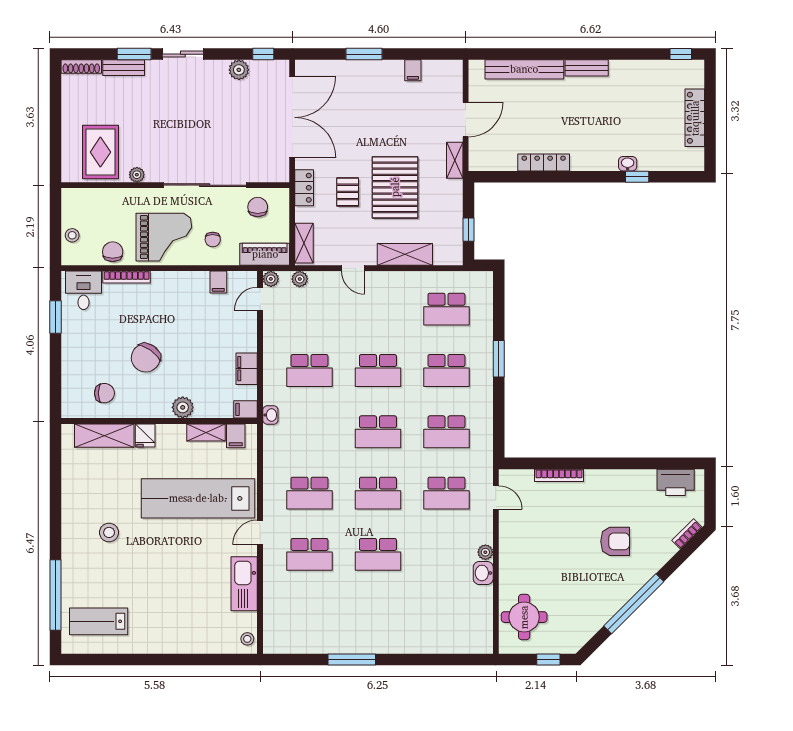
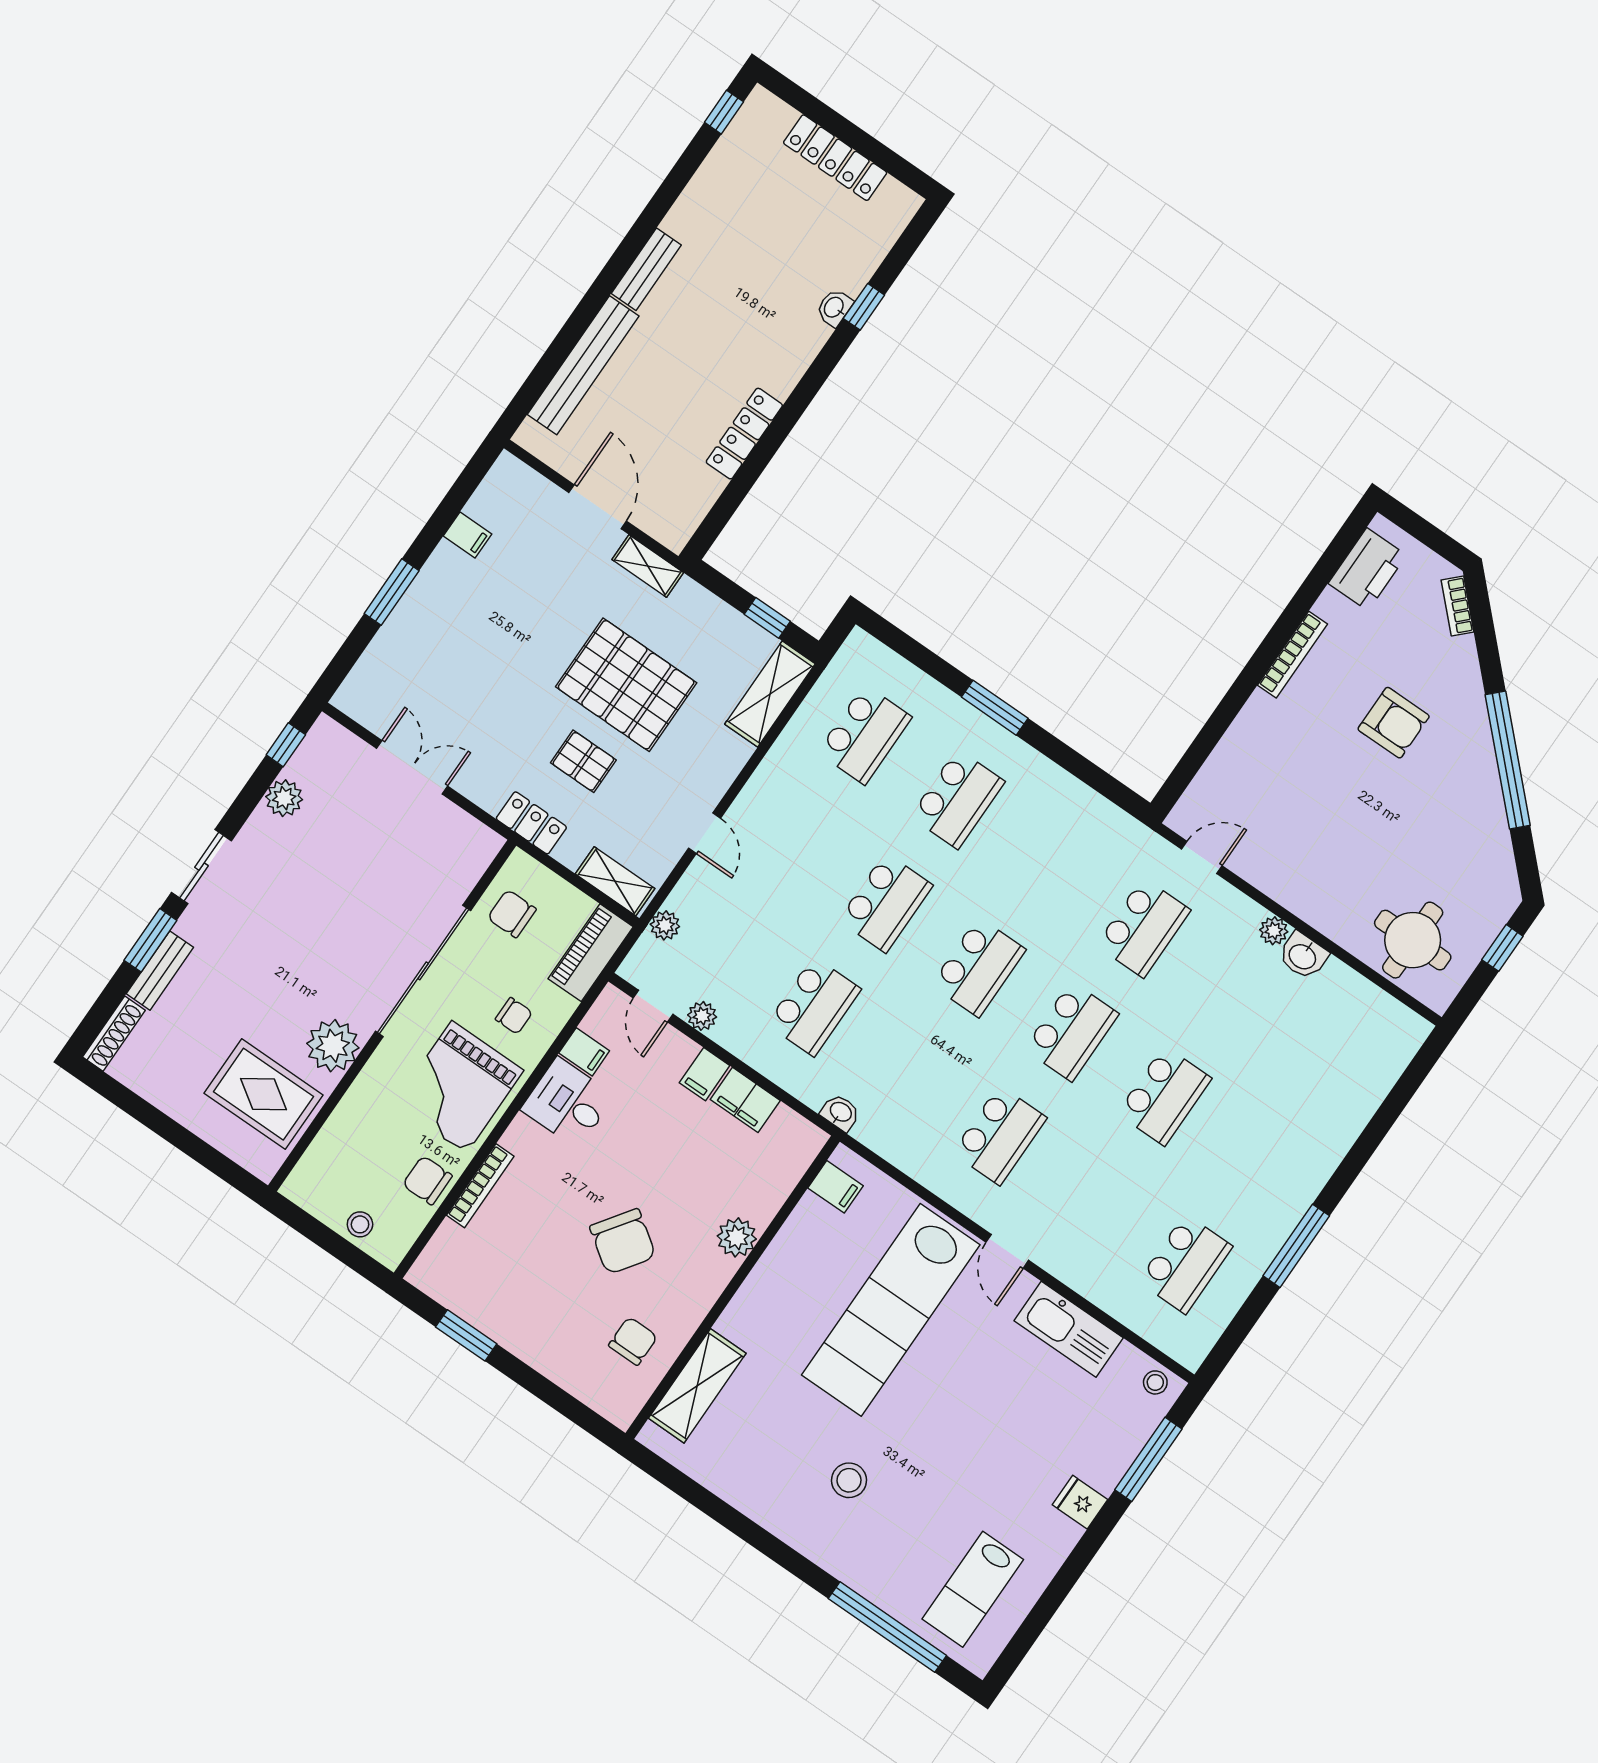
double door: (292, 117) -> (412, 767), width x0.54
plant: (137, 175) -> (333, 1046), width x1.88, depth x1.88
grand piano: (164, 237) -> (459, 1087), turned 180
shelving: (405, 254) -> (770, 694), moved
door: (353, 268) -> (705, 833), hinge flipped
plant: (271, 279) -> (702, 1016), moved
desk: (84, 290) -> (568, 1103), moved
filing cabinet: (246, 409) -> (705, 1074), moved
shelving: (206, 432) -> (799, 1228), removed
school desk: (446, 432) -> (1050, 863), removed
fridge: (145, 435) -> (1080, 1502), moved, turned 180
bookcase: (559, 475) -> (1292, 655), moved
armchair: (615, 541) -> (1394, 723), turned 90
school desk: (309, 554) -> (1185, 1264), moved
window: (211, 660) -> (1148, 1459), added

